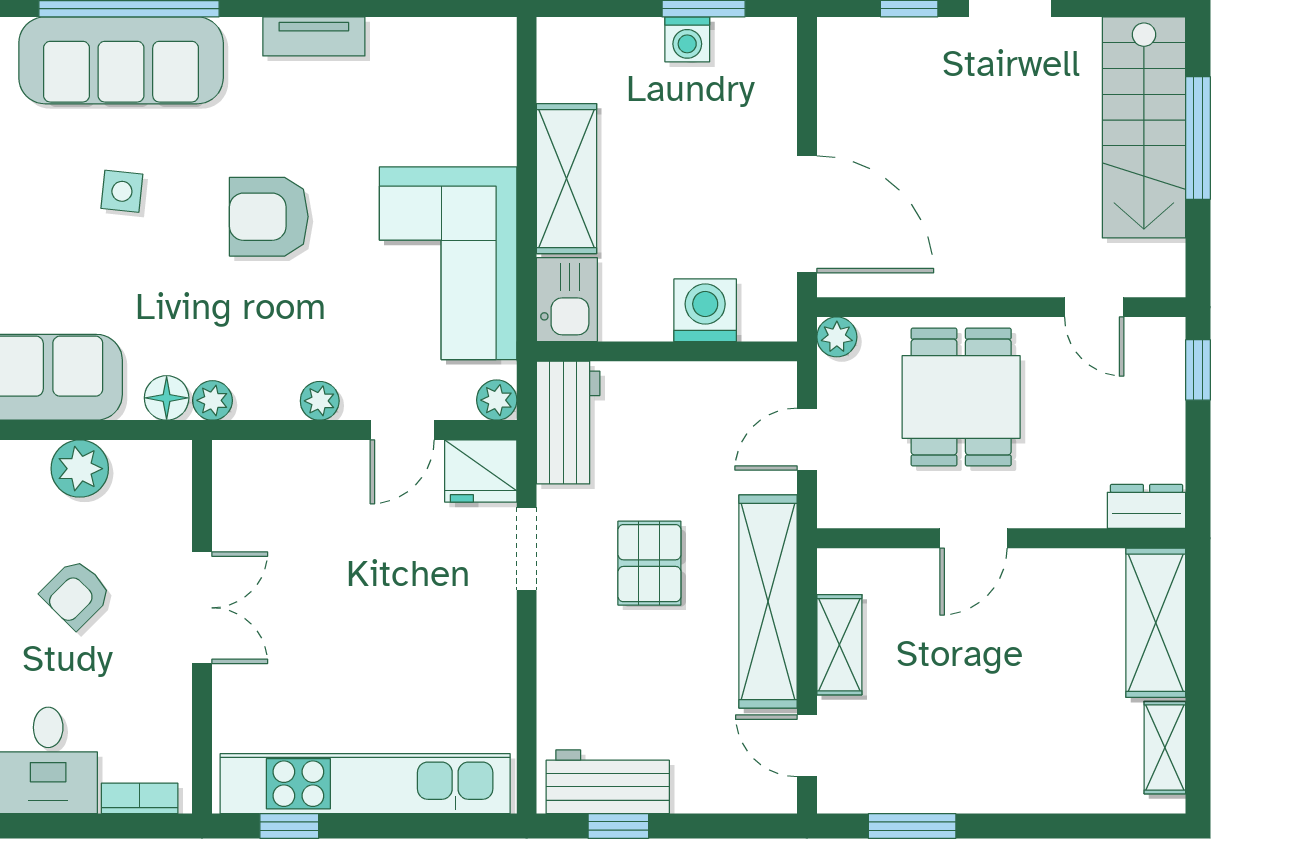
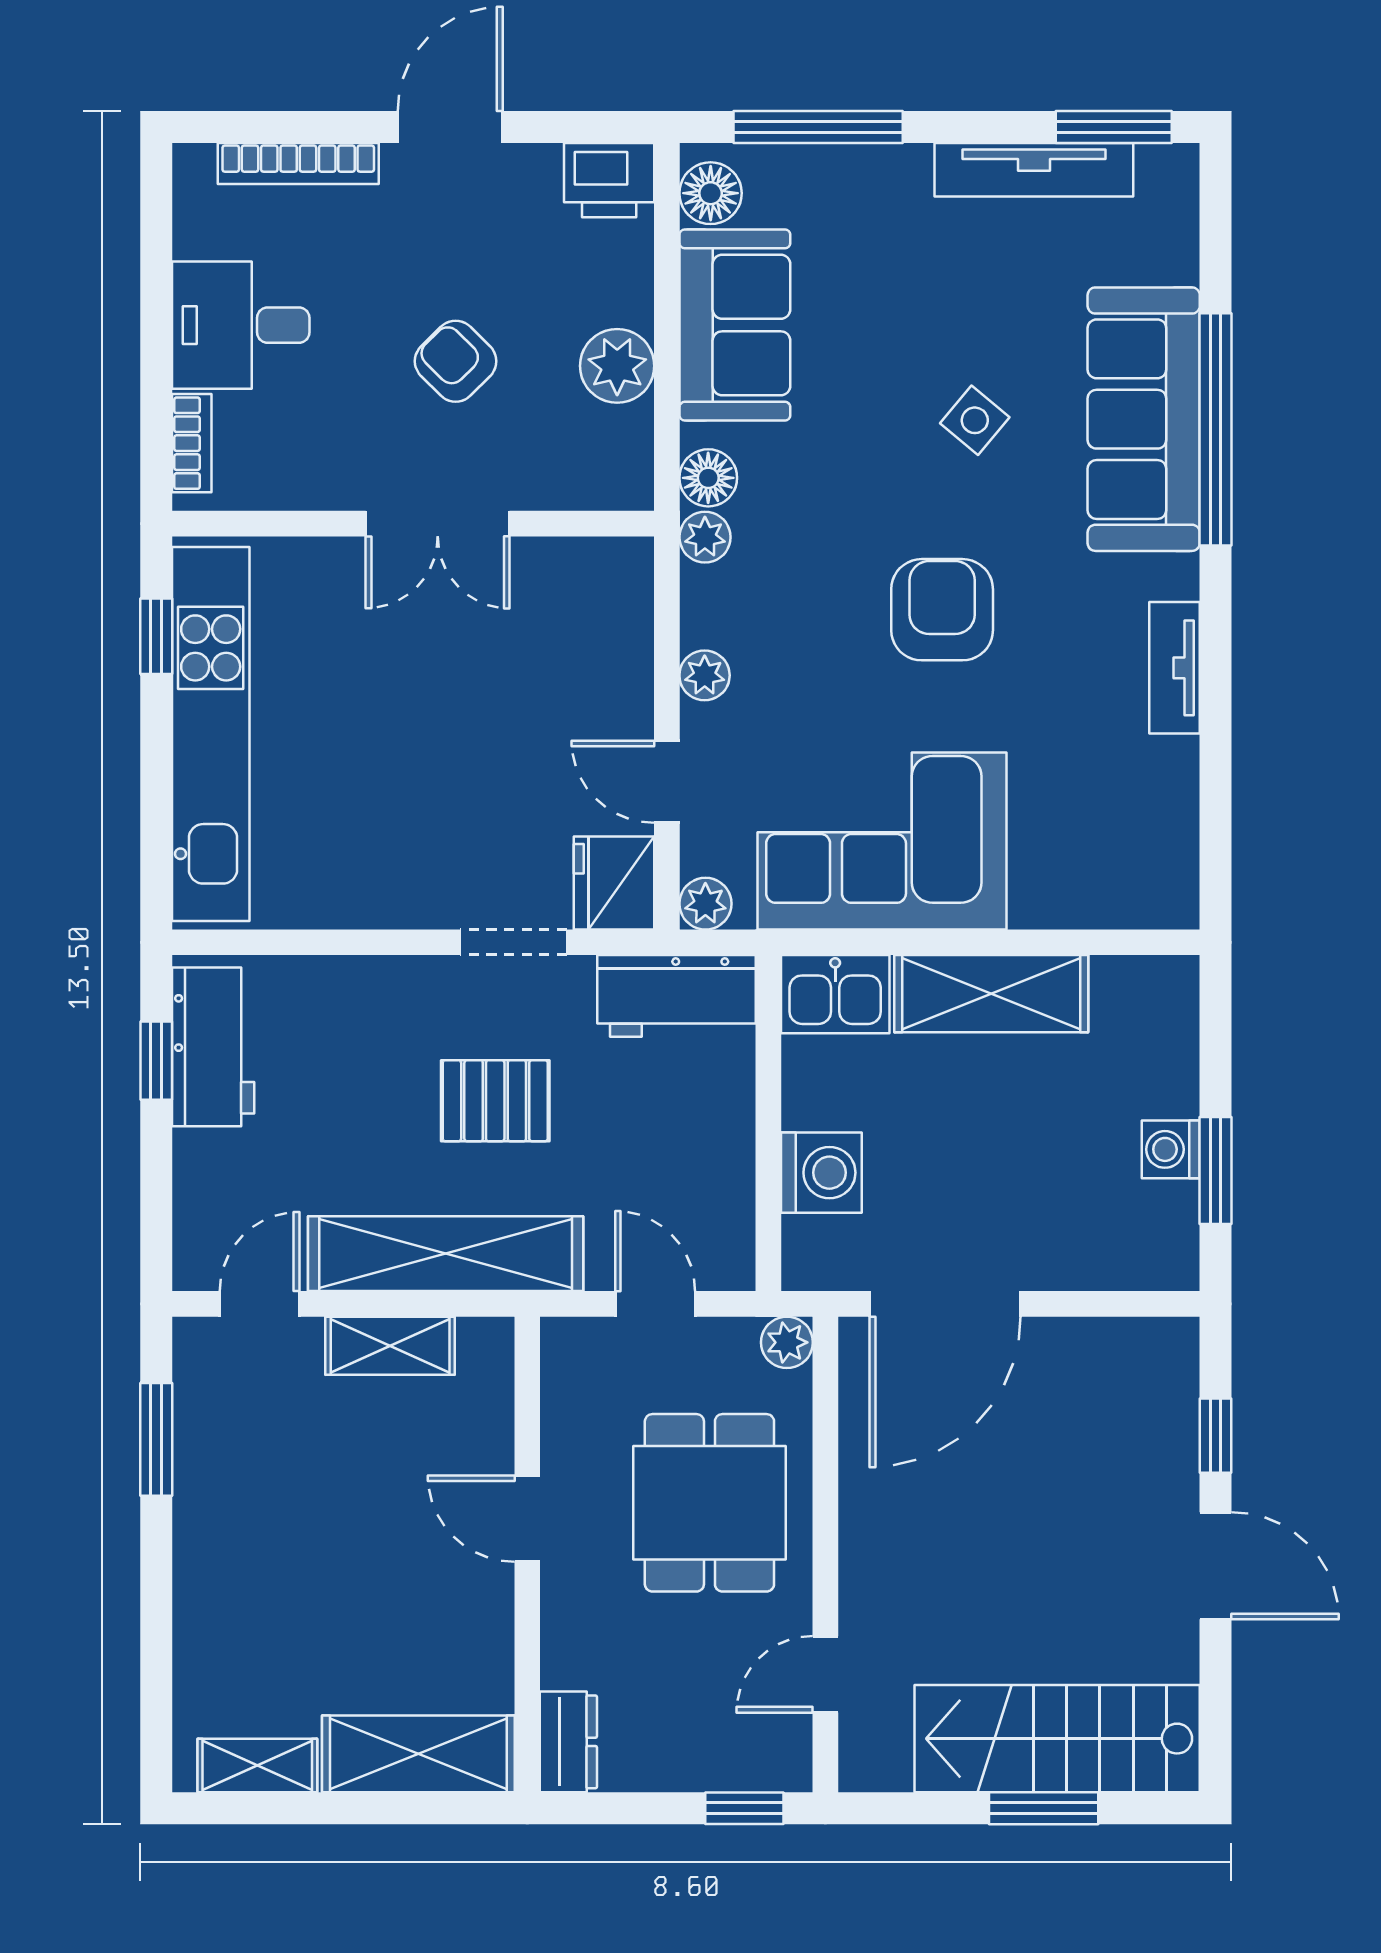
window: (1198, 138) -> (1044, 1808), width x0.69
side table: (122, 191) -> (975, 420), turned 34
dining table: (961, 397) -> (709, 1503), turned 90

